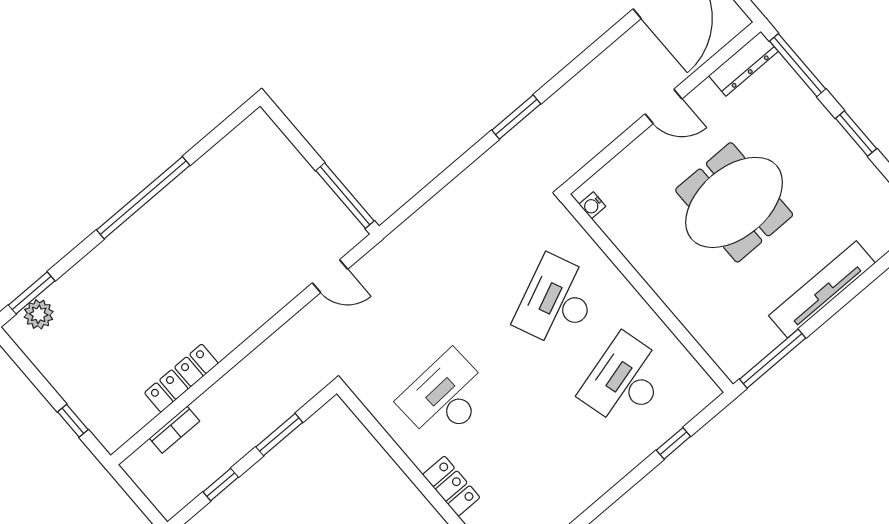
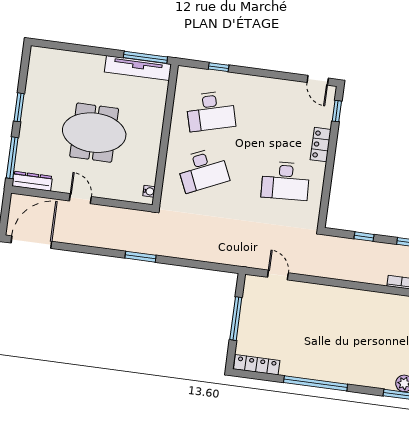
window: (345, 196) -> (236, 319), moved
tv unit: (822, 289) -> (138, 68), moved
locker: (181, 378) -> (257, 365), moved, turned 180
window: (279, 435) -> (364, 237), width x0.67

